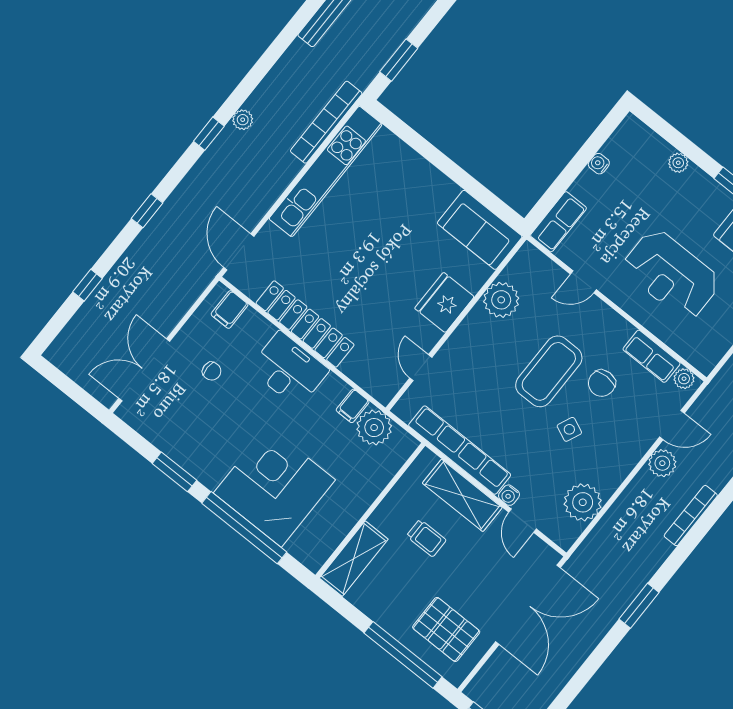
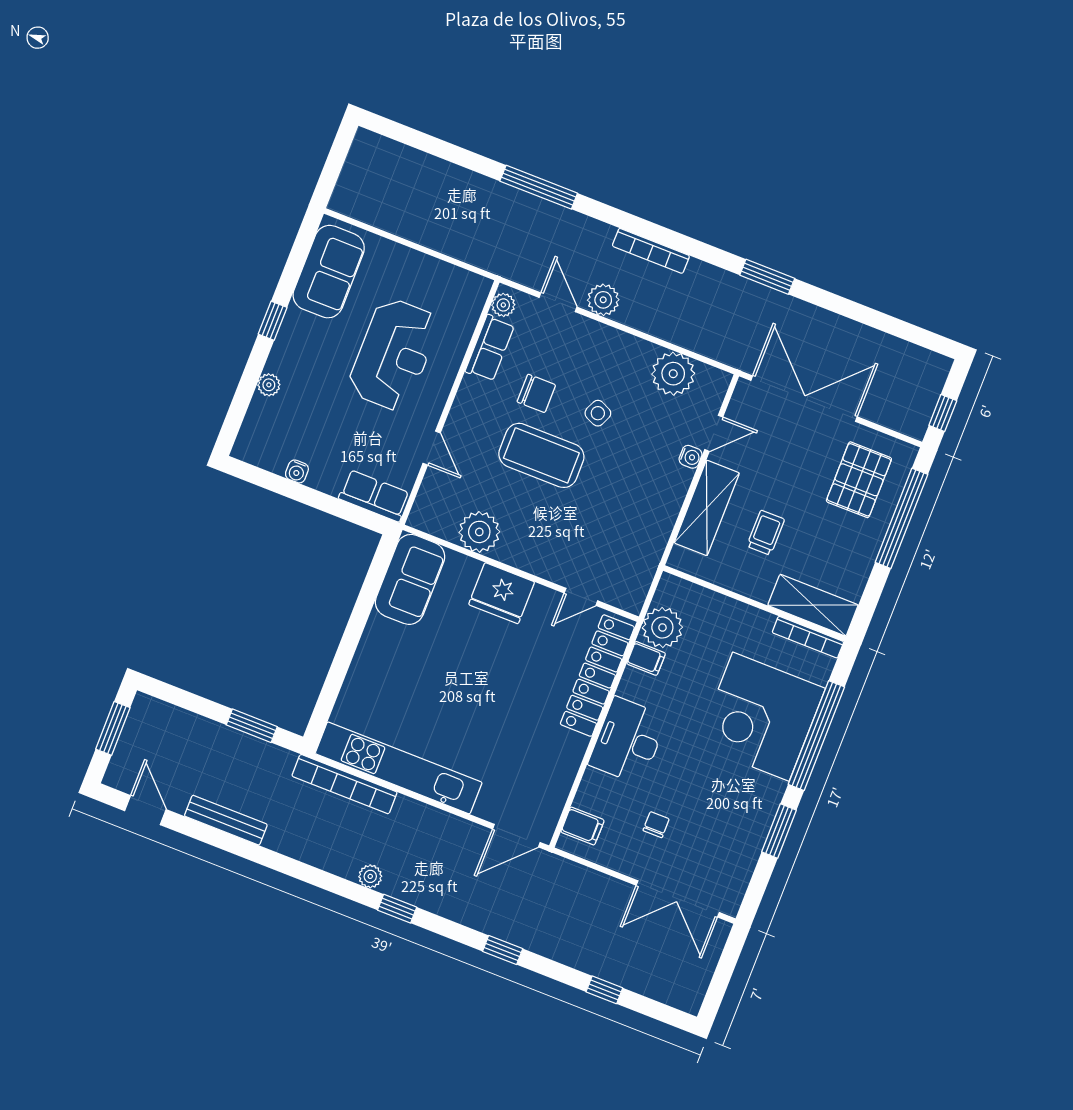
locker: (305, 324) -> (597, 676), moved
row of seats: (460, 450) -> (658, 526), removed
bookcase: (328, 546) -> (808, 637), added

